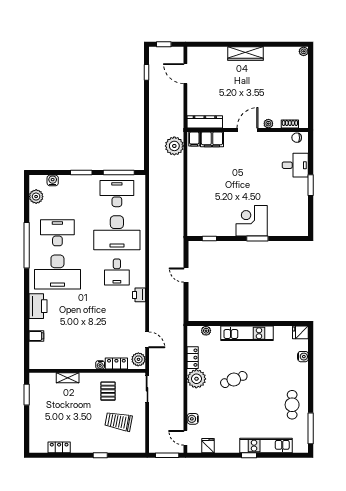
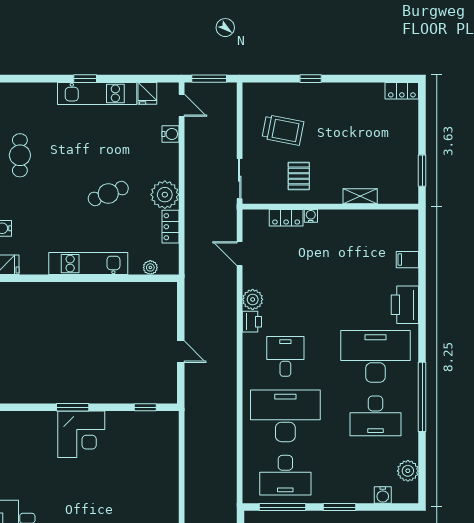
plant: (138, 359) -> (253, 299), moved
kitchen unit: (266, 446) -> (97, 93), moved
locker: (59, 447) -> (402, 91), moved

